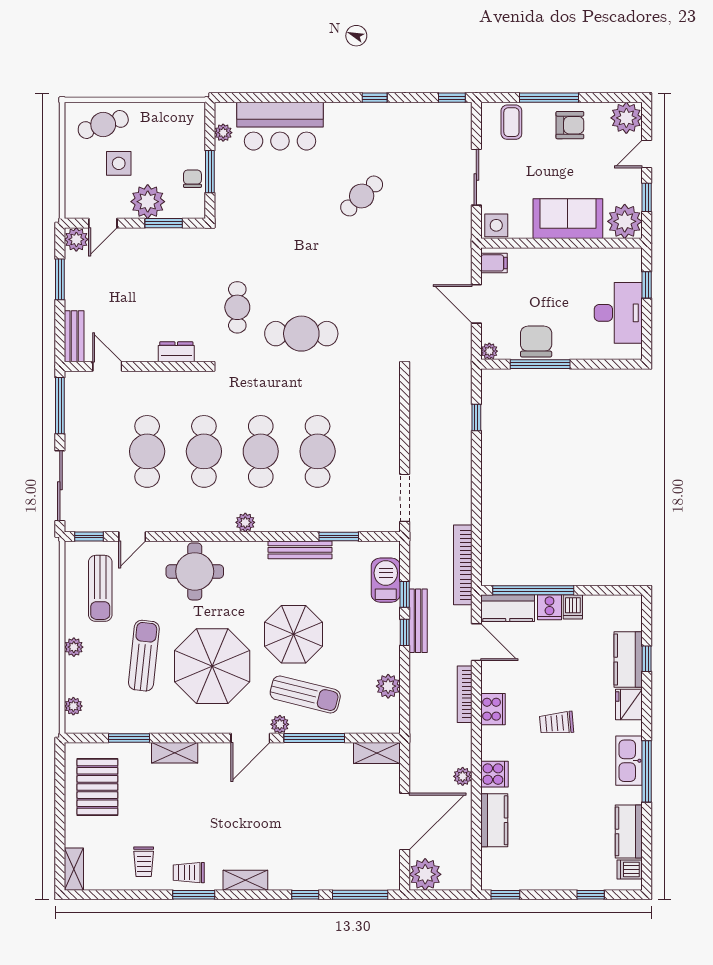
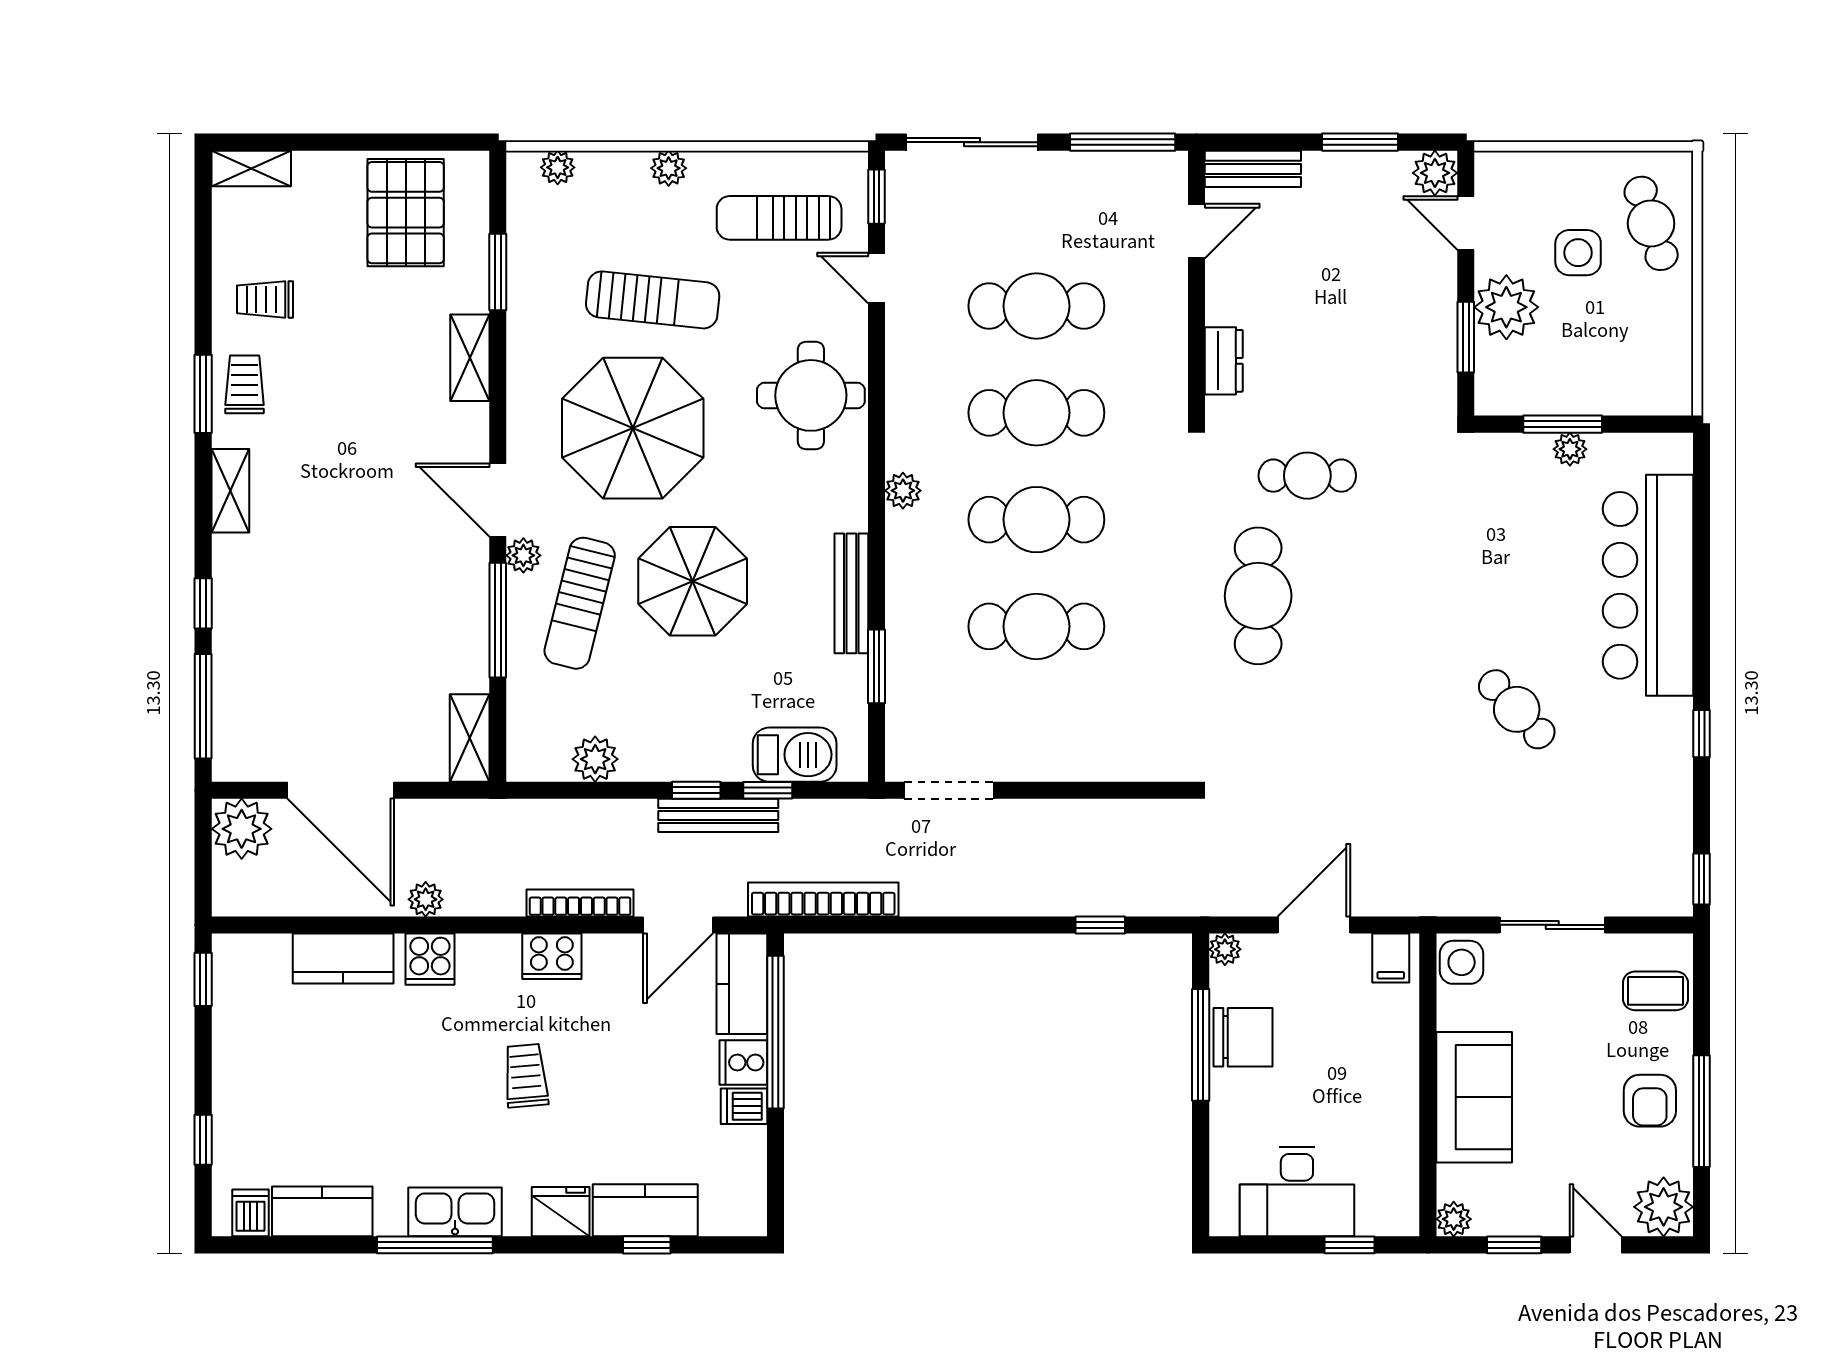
window: (549, 98) -> (1701, 1111), moved
bar counter: (280, 126) -> (1648, 585), width x1.36
plant: (223, 133) -> (1570, 449), moved
chair: (192, 179) -> (1549, 391), removed
plant: (625, 221) -> (1454, 1219), width x0.53, depth x0.53
pallet: (97, 787) -> (406, 213), turned 90

